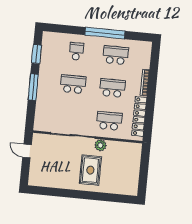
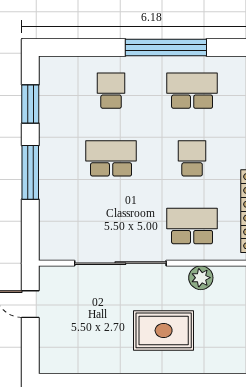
school desk: (112, 88) -> (192, 158), width x0.54
plant: (100, 145) -> (201, 278), moved
rug: (90, 170) -> (164, 330), turned 90

